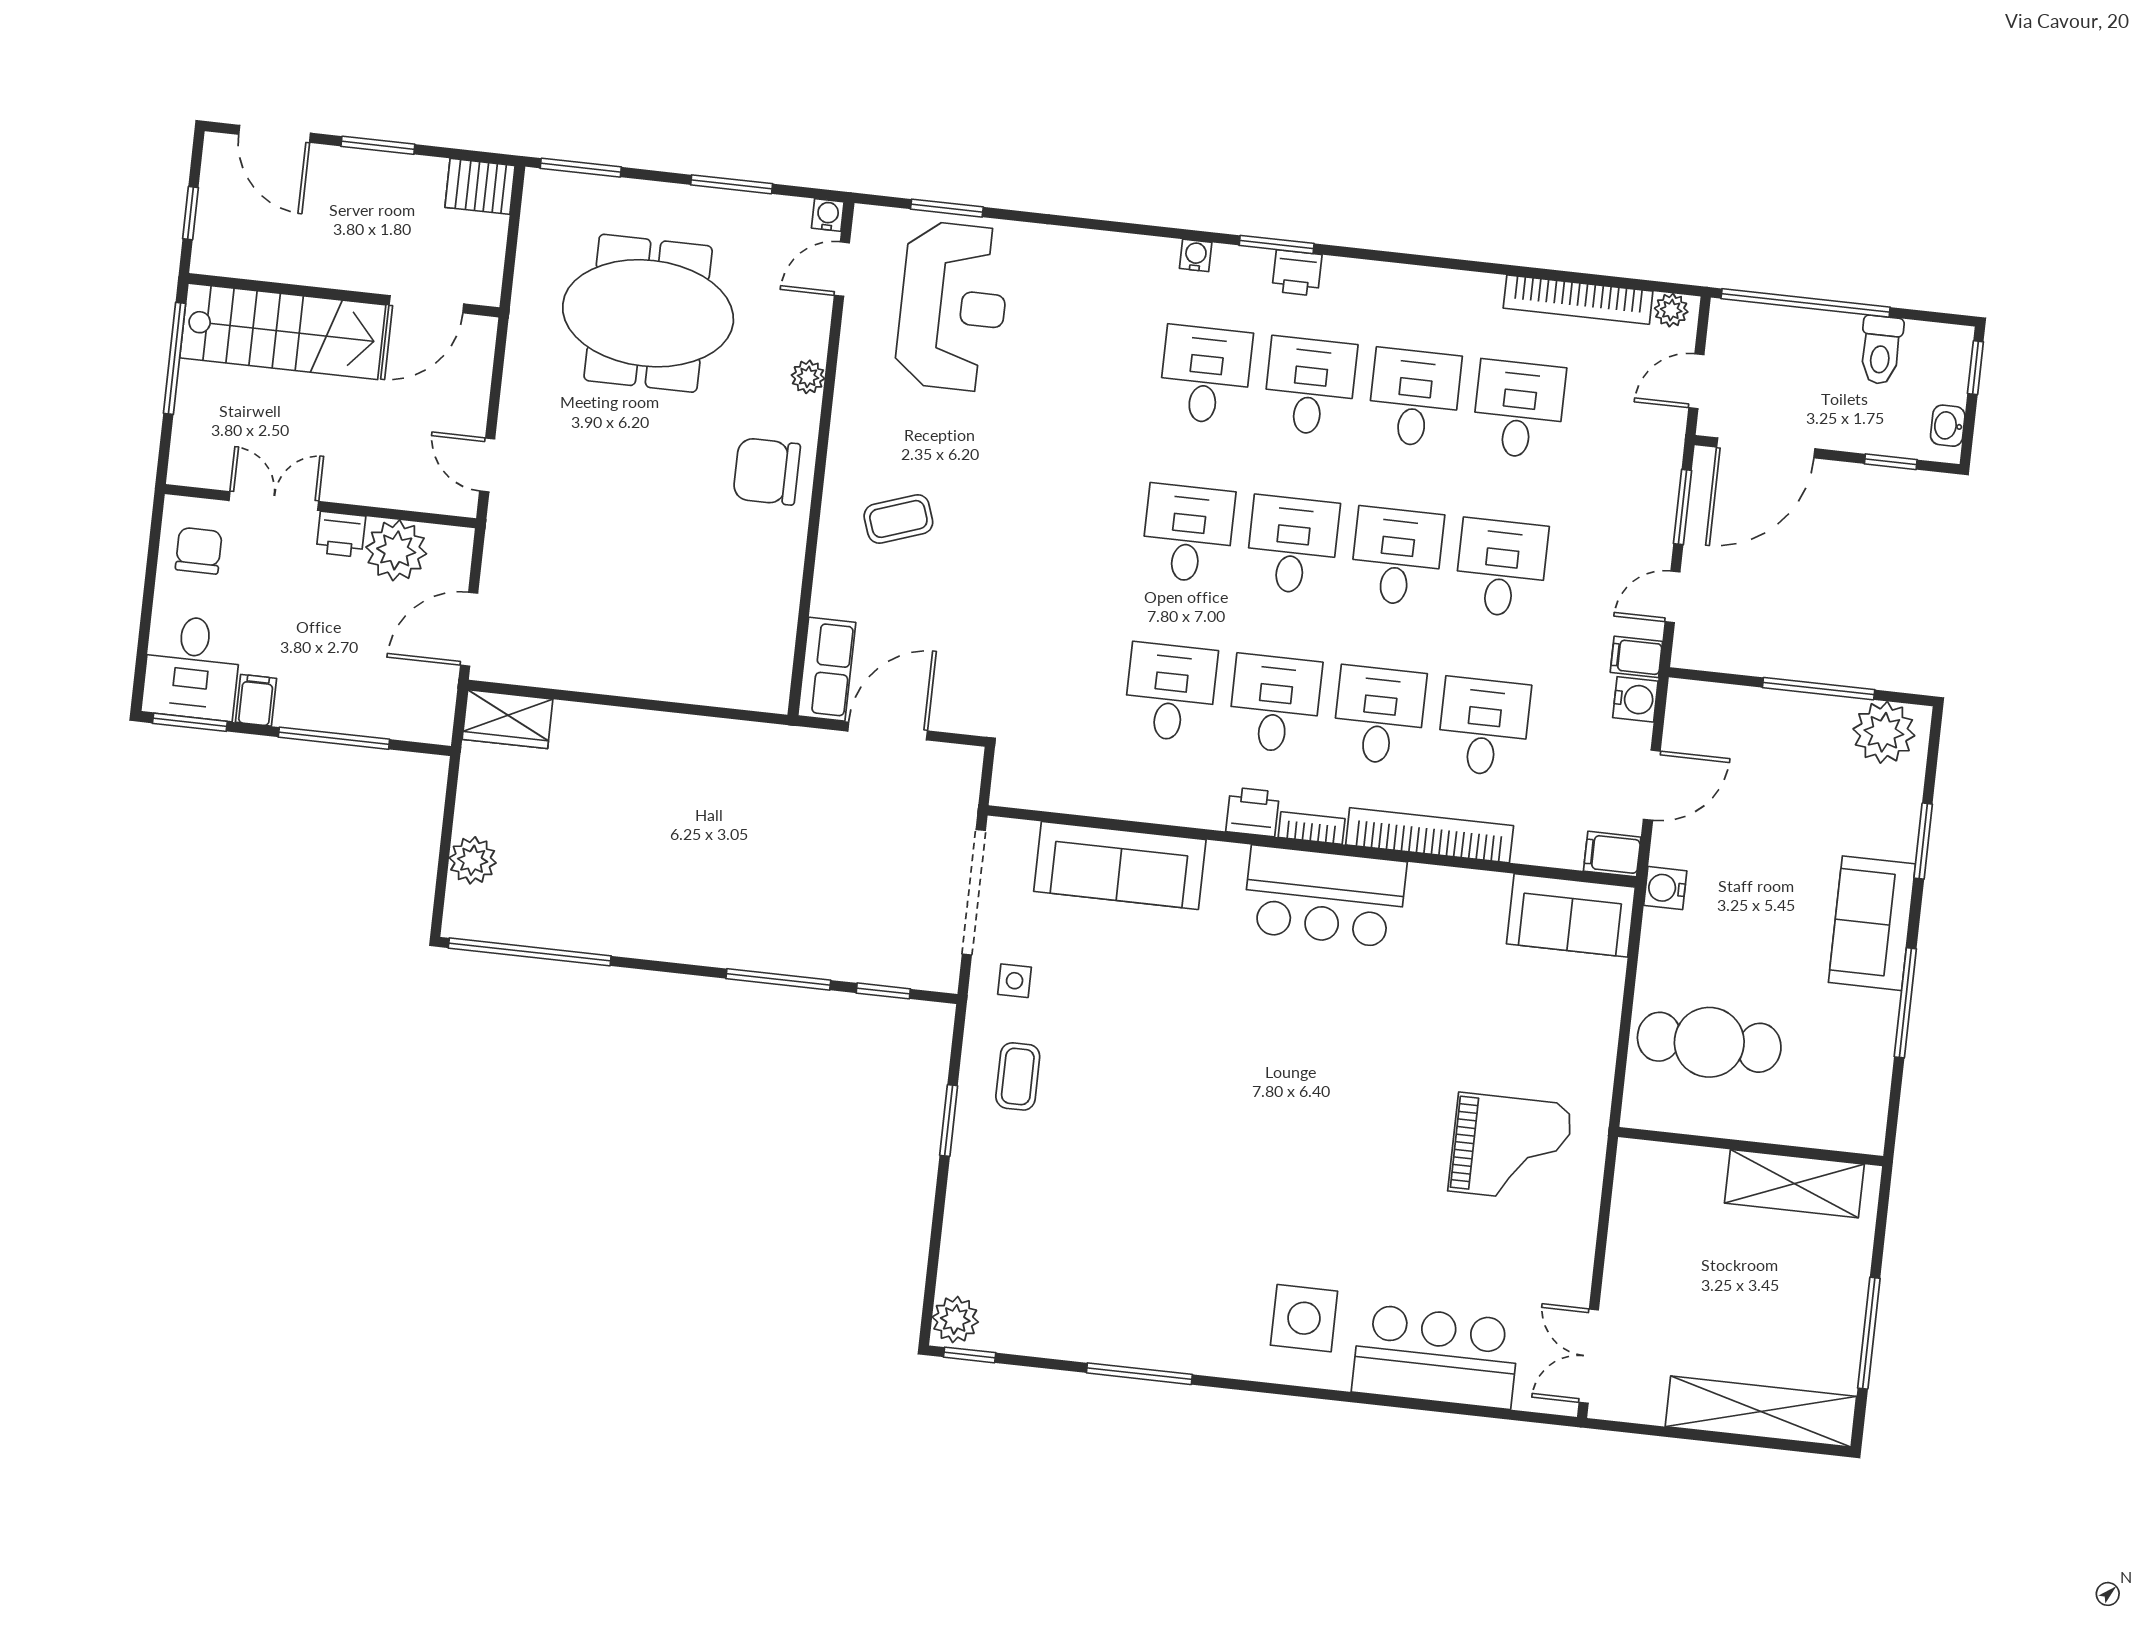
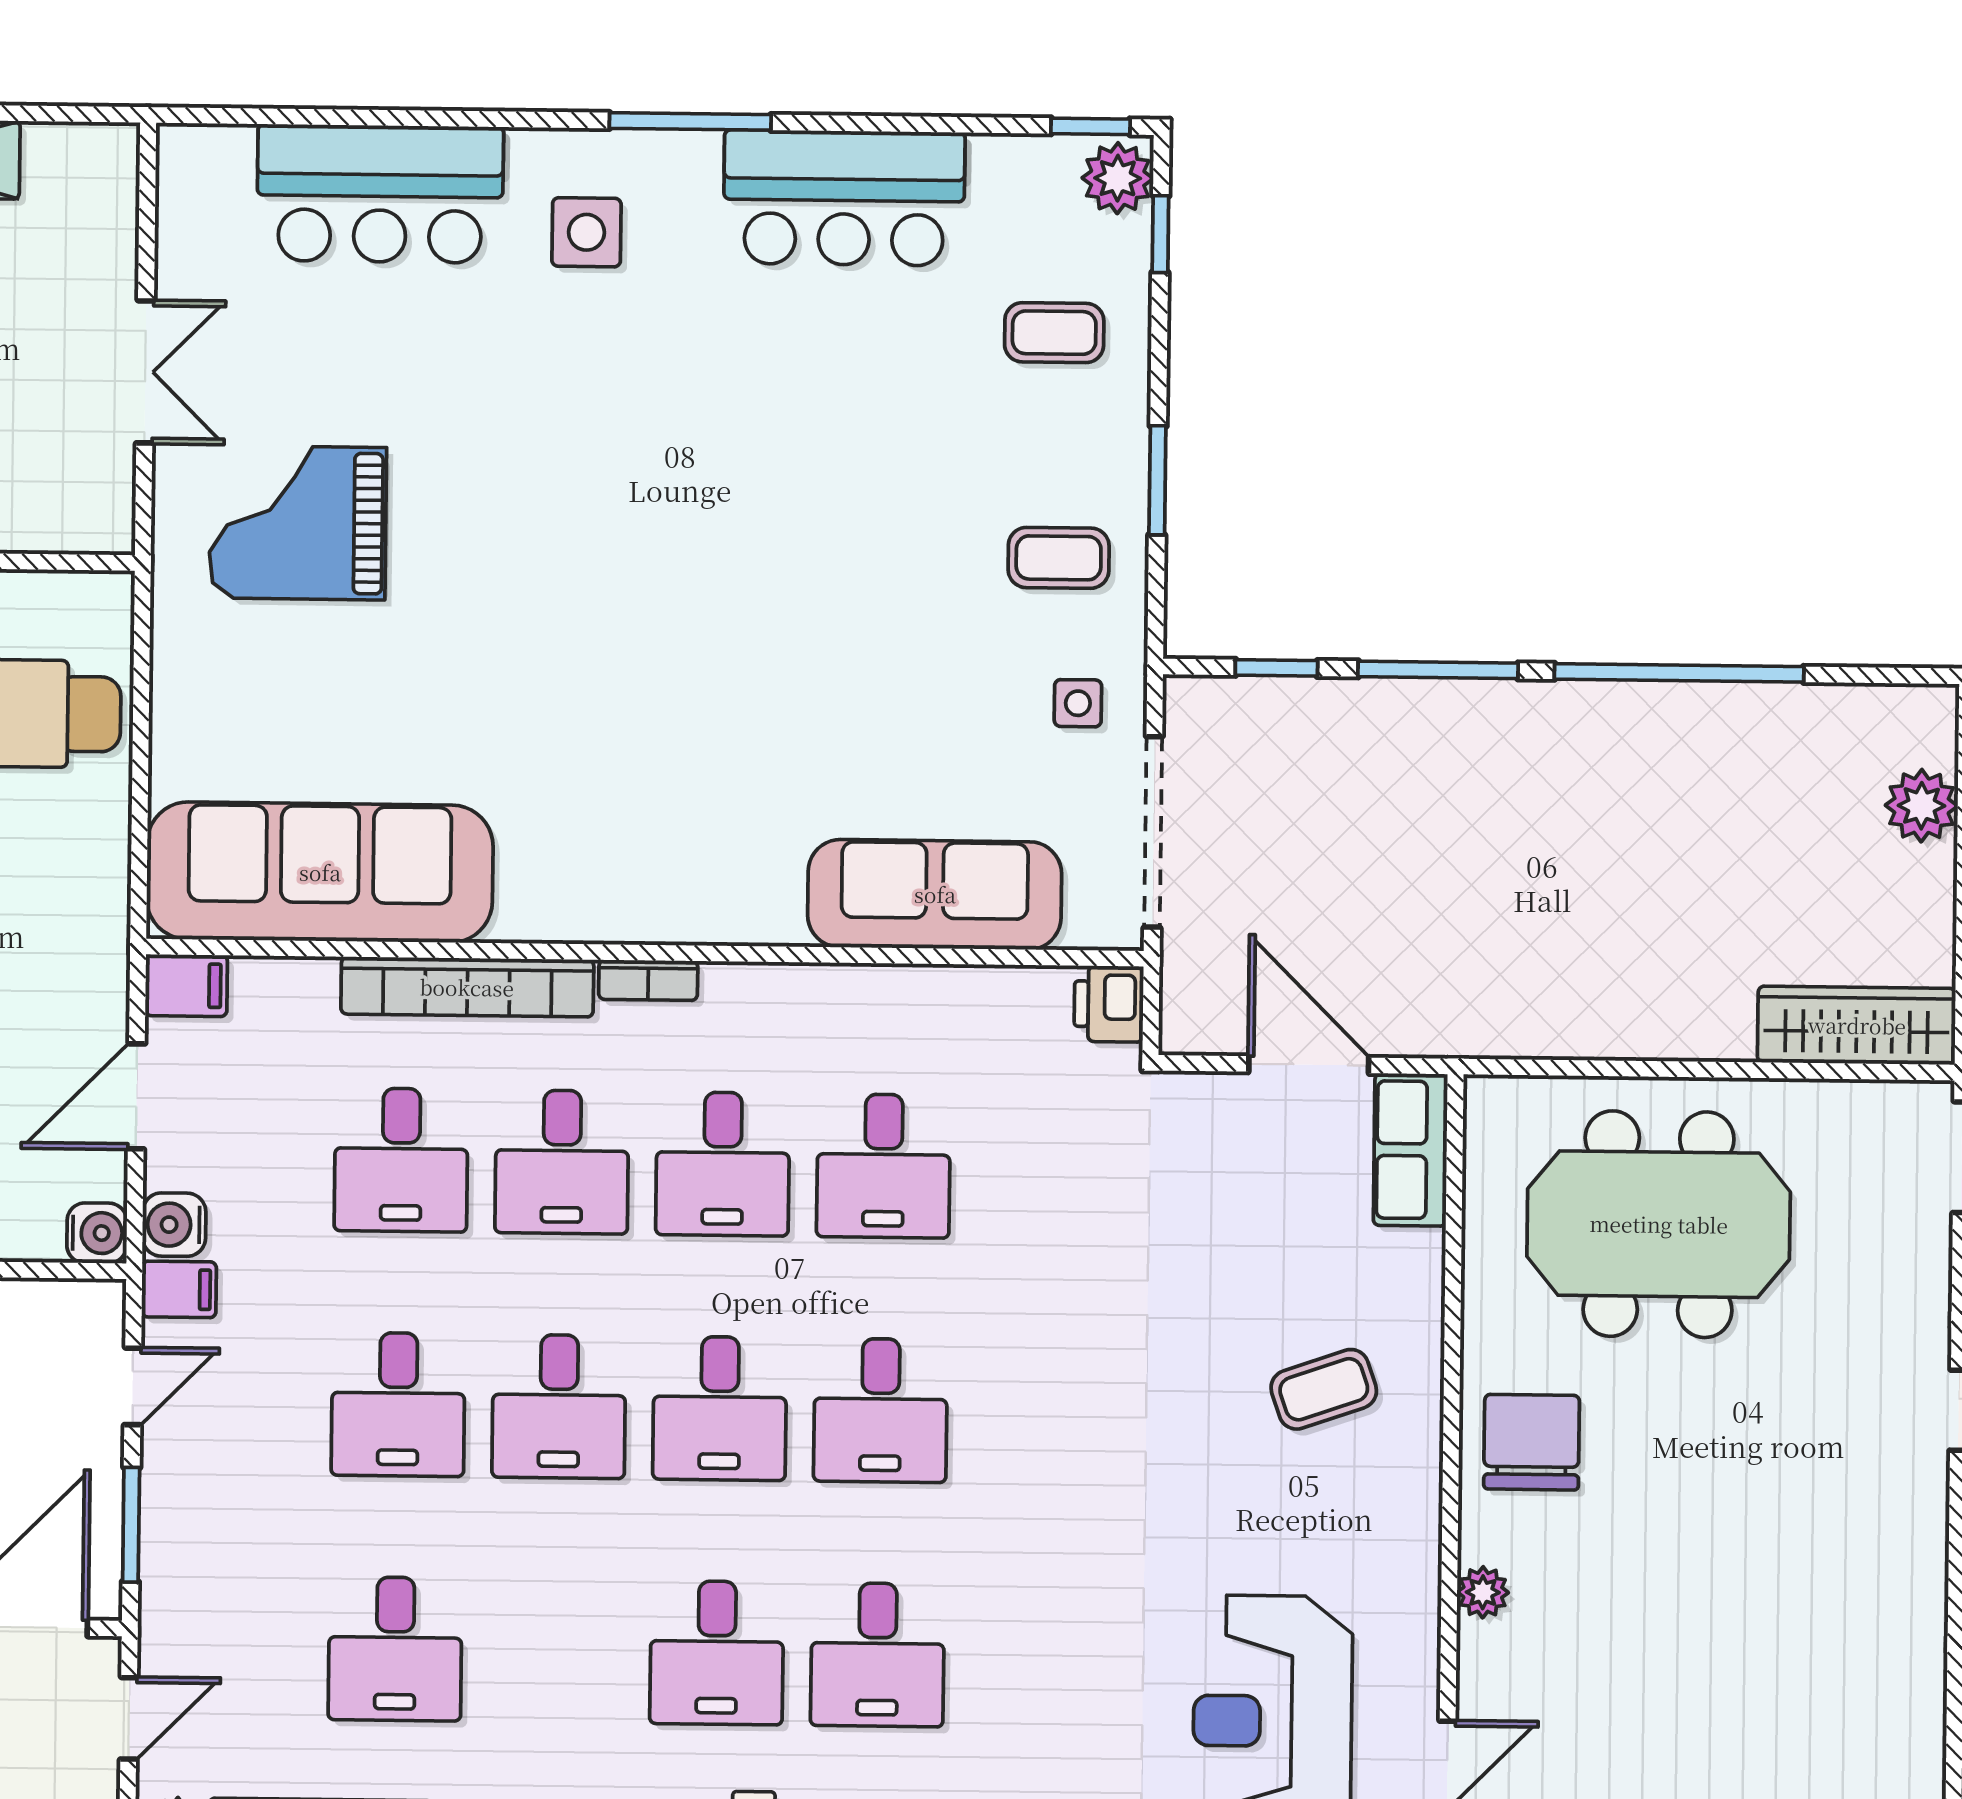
meeting table: (648, 313) -> (1659, 1224), moved
desk: (1414, 398) -> (556, 1651), removed
chair: (767, 471) -> (1532, 1442), turned -90
wardrobe: (508, 719) -> (1857, 1025), width x1.50
door: (888, 731) -> (1309, 1065), swing flipped
printer: (1253, 812) -> (1109, 1004), moved, turned 90
water cooler: (1665, 888) -> (97, 1233), moved
bar counter: (1325, 897) -> (844, 198), moved, turned 180
sofa: (1571, 915) -> (320, 872), width x1.85, depth x1.27
window: (530, 952) -> (1679, 673), moved
coffee table: (1018, 1076) -> (1059, 558), turned 90
coffee table: (1006, 1223) -> (1054, 333), added
window: (931, 1280) -> (1160, 234), added
side table: (1304, 1318) -> (586, 232), width x0.73, depth x0.73
double door: (1589, 1356) -> (145, 372), moved
window: (1139, 1374) -> (690, 121), moved

